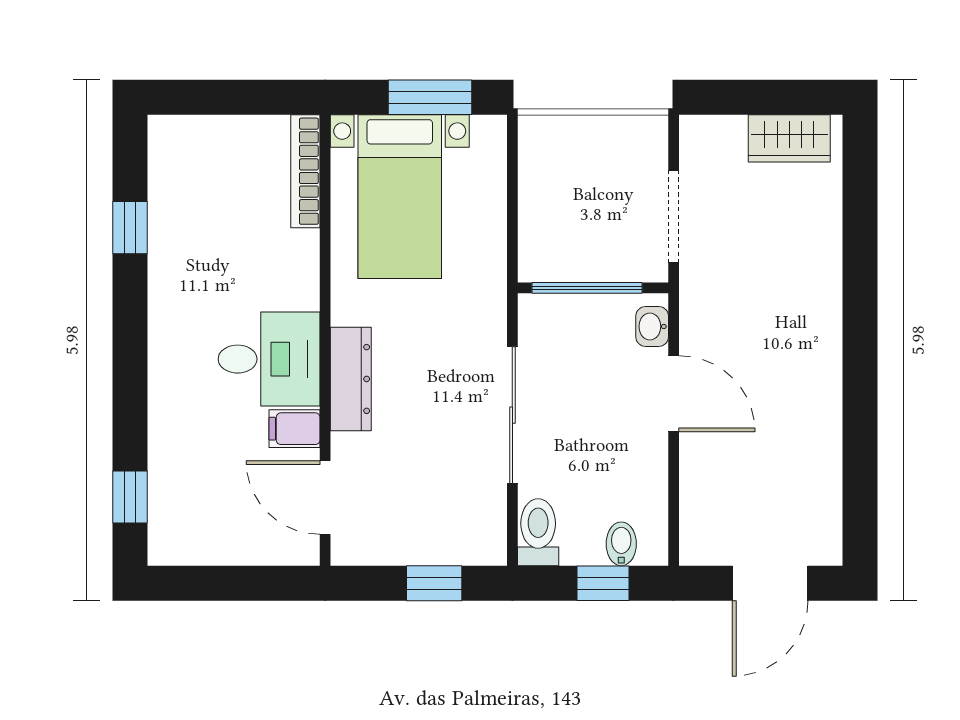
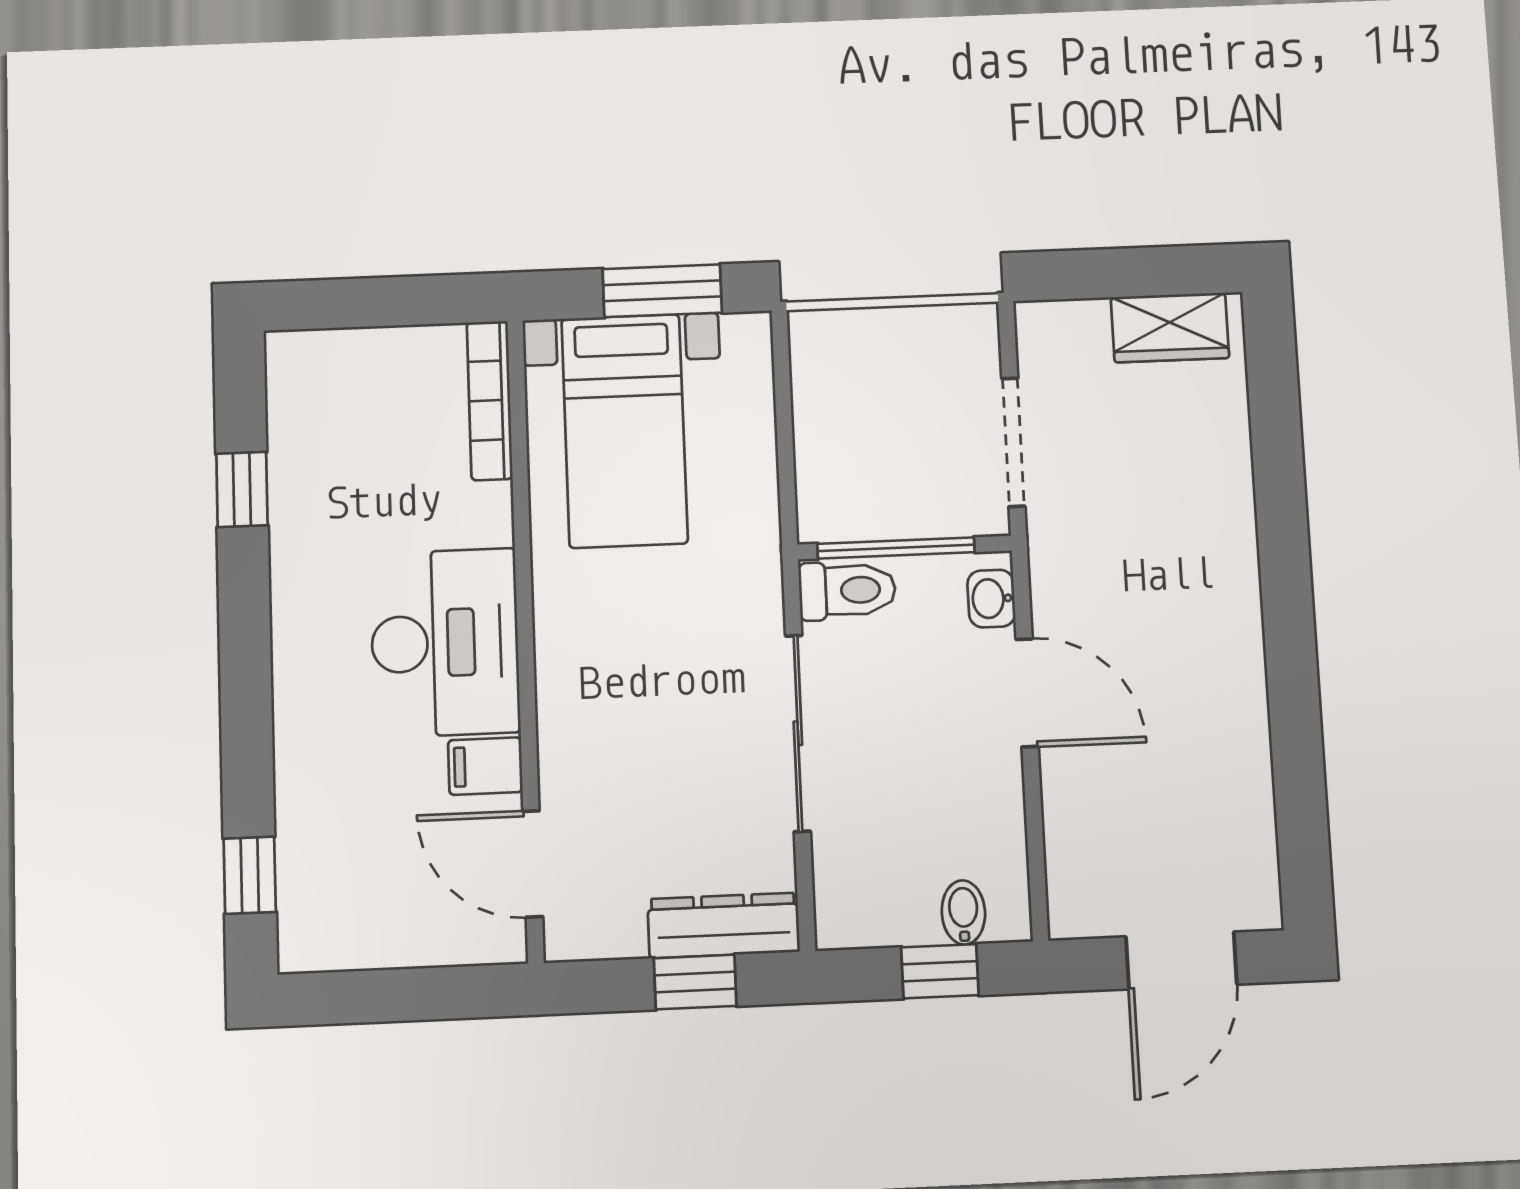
desk: (269, 359) -> (445, 643), width x1.37
dresser: (351, 379) -> (724, 925), moved, turned -90
toilet: (538, 532) -> (847, 590), moved, turned 90

